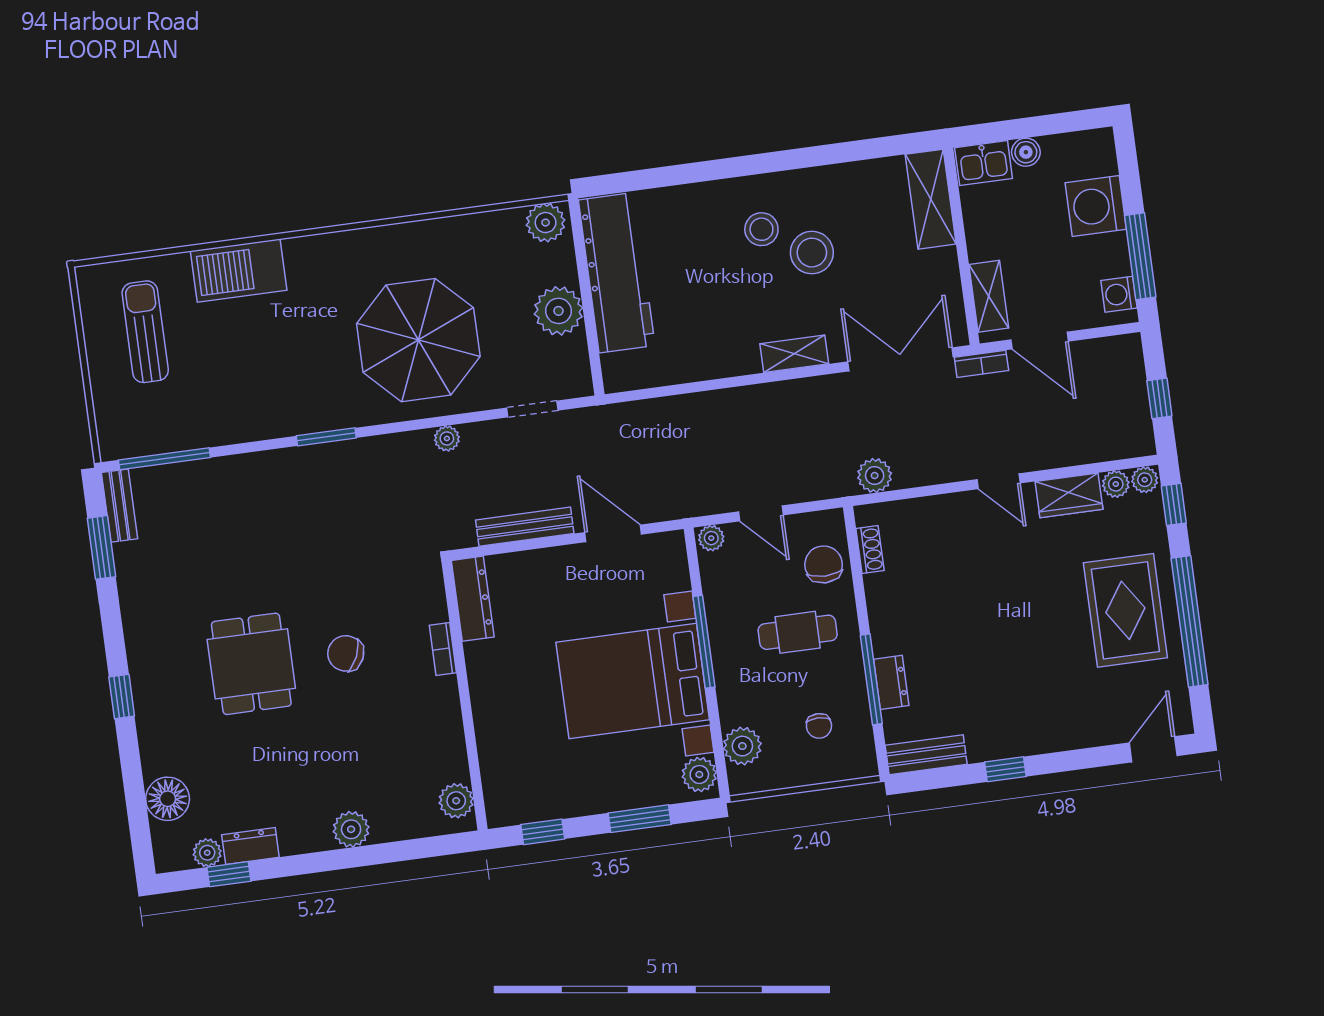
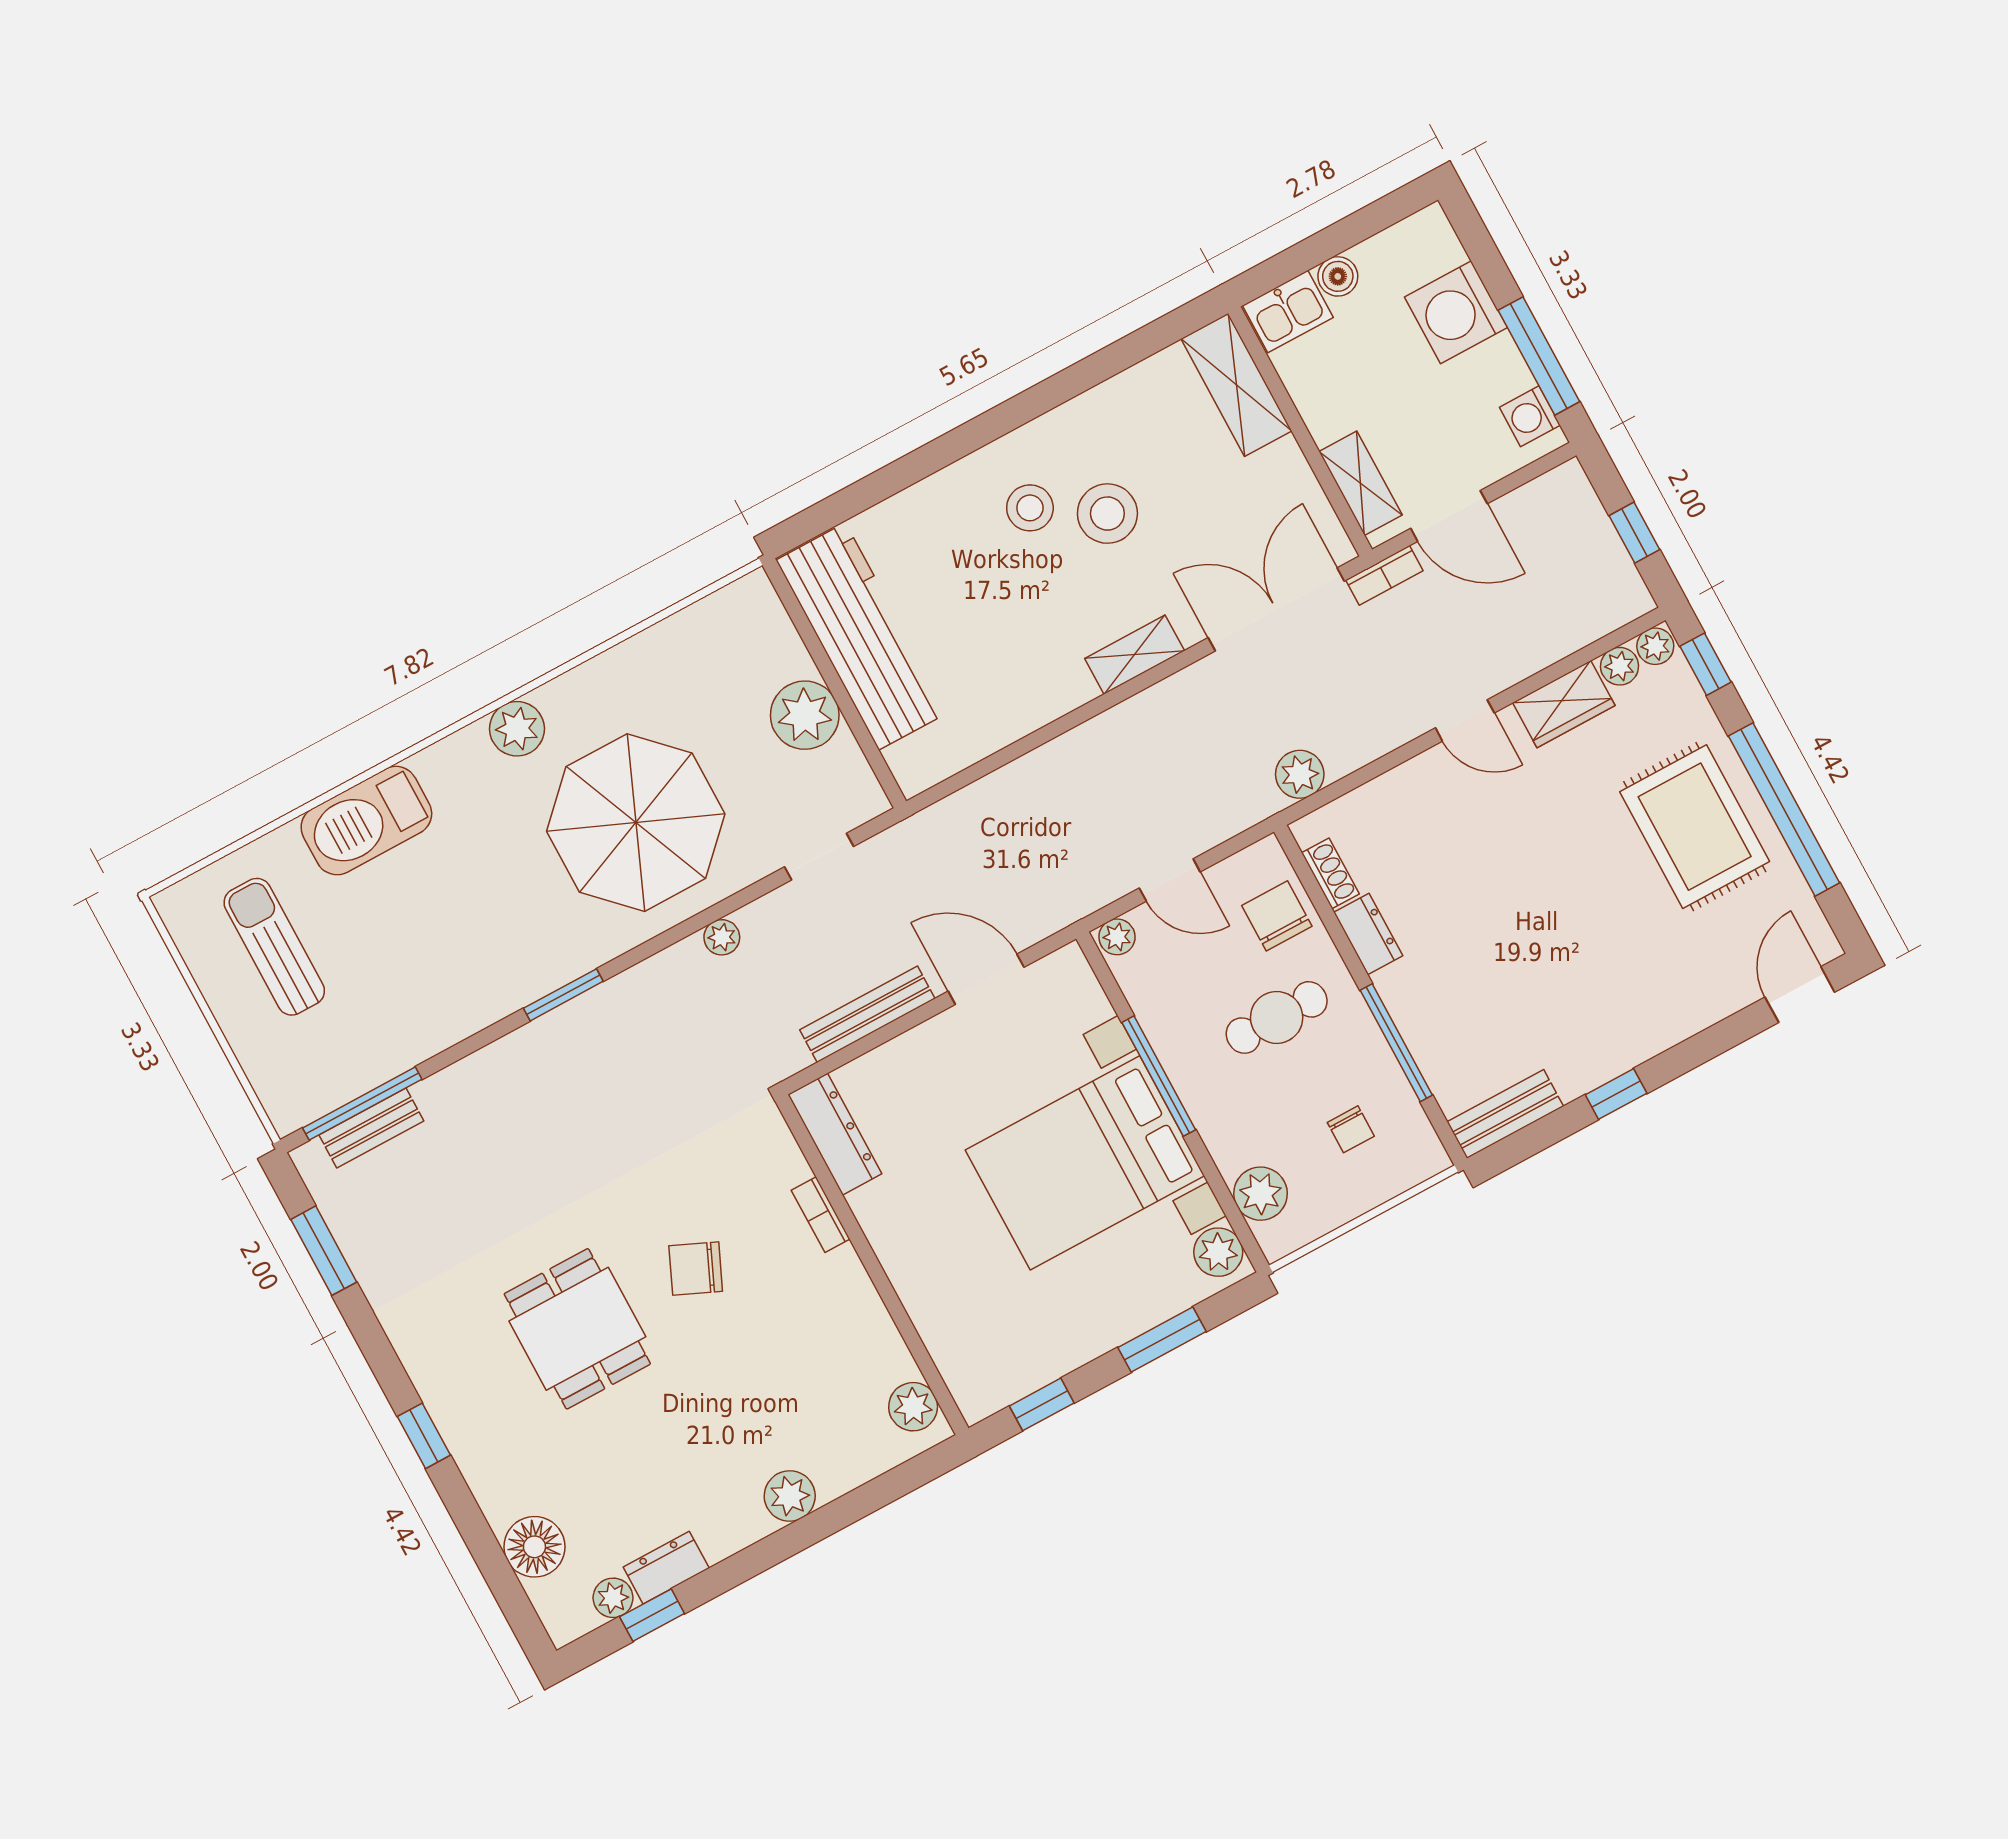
plant: (546, 223) -> (517, 729), moved
bench: (120, 506) -> (371, 1128), moved, turned 90
dresser: (891, 682) -> (1368, 934), moved

